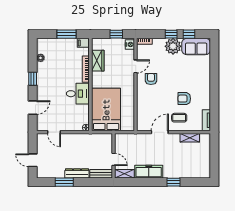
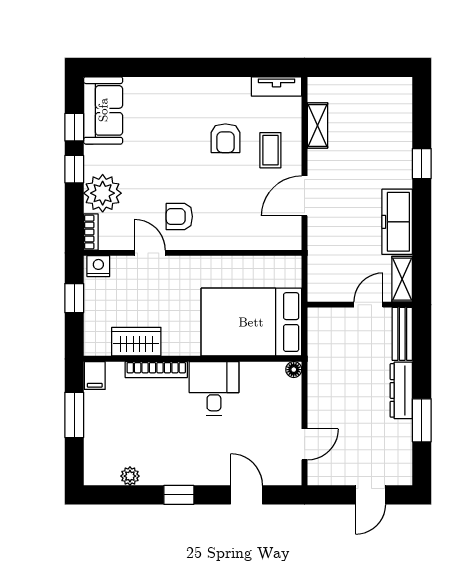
plant: (173, 46) -> (103, 193), moved
door: (160, 132) -> (305, 196), hinge flipped

